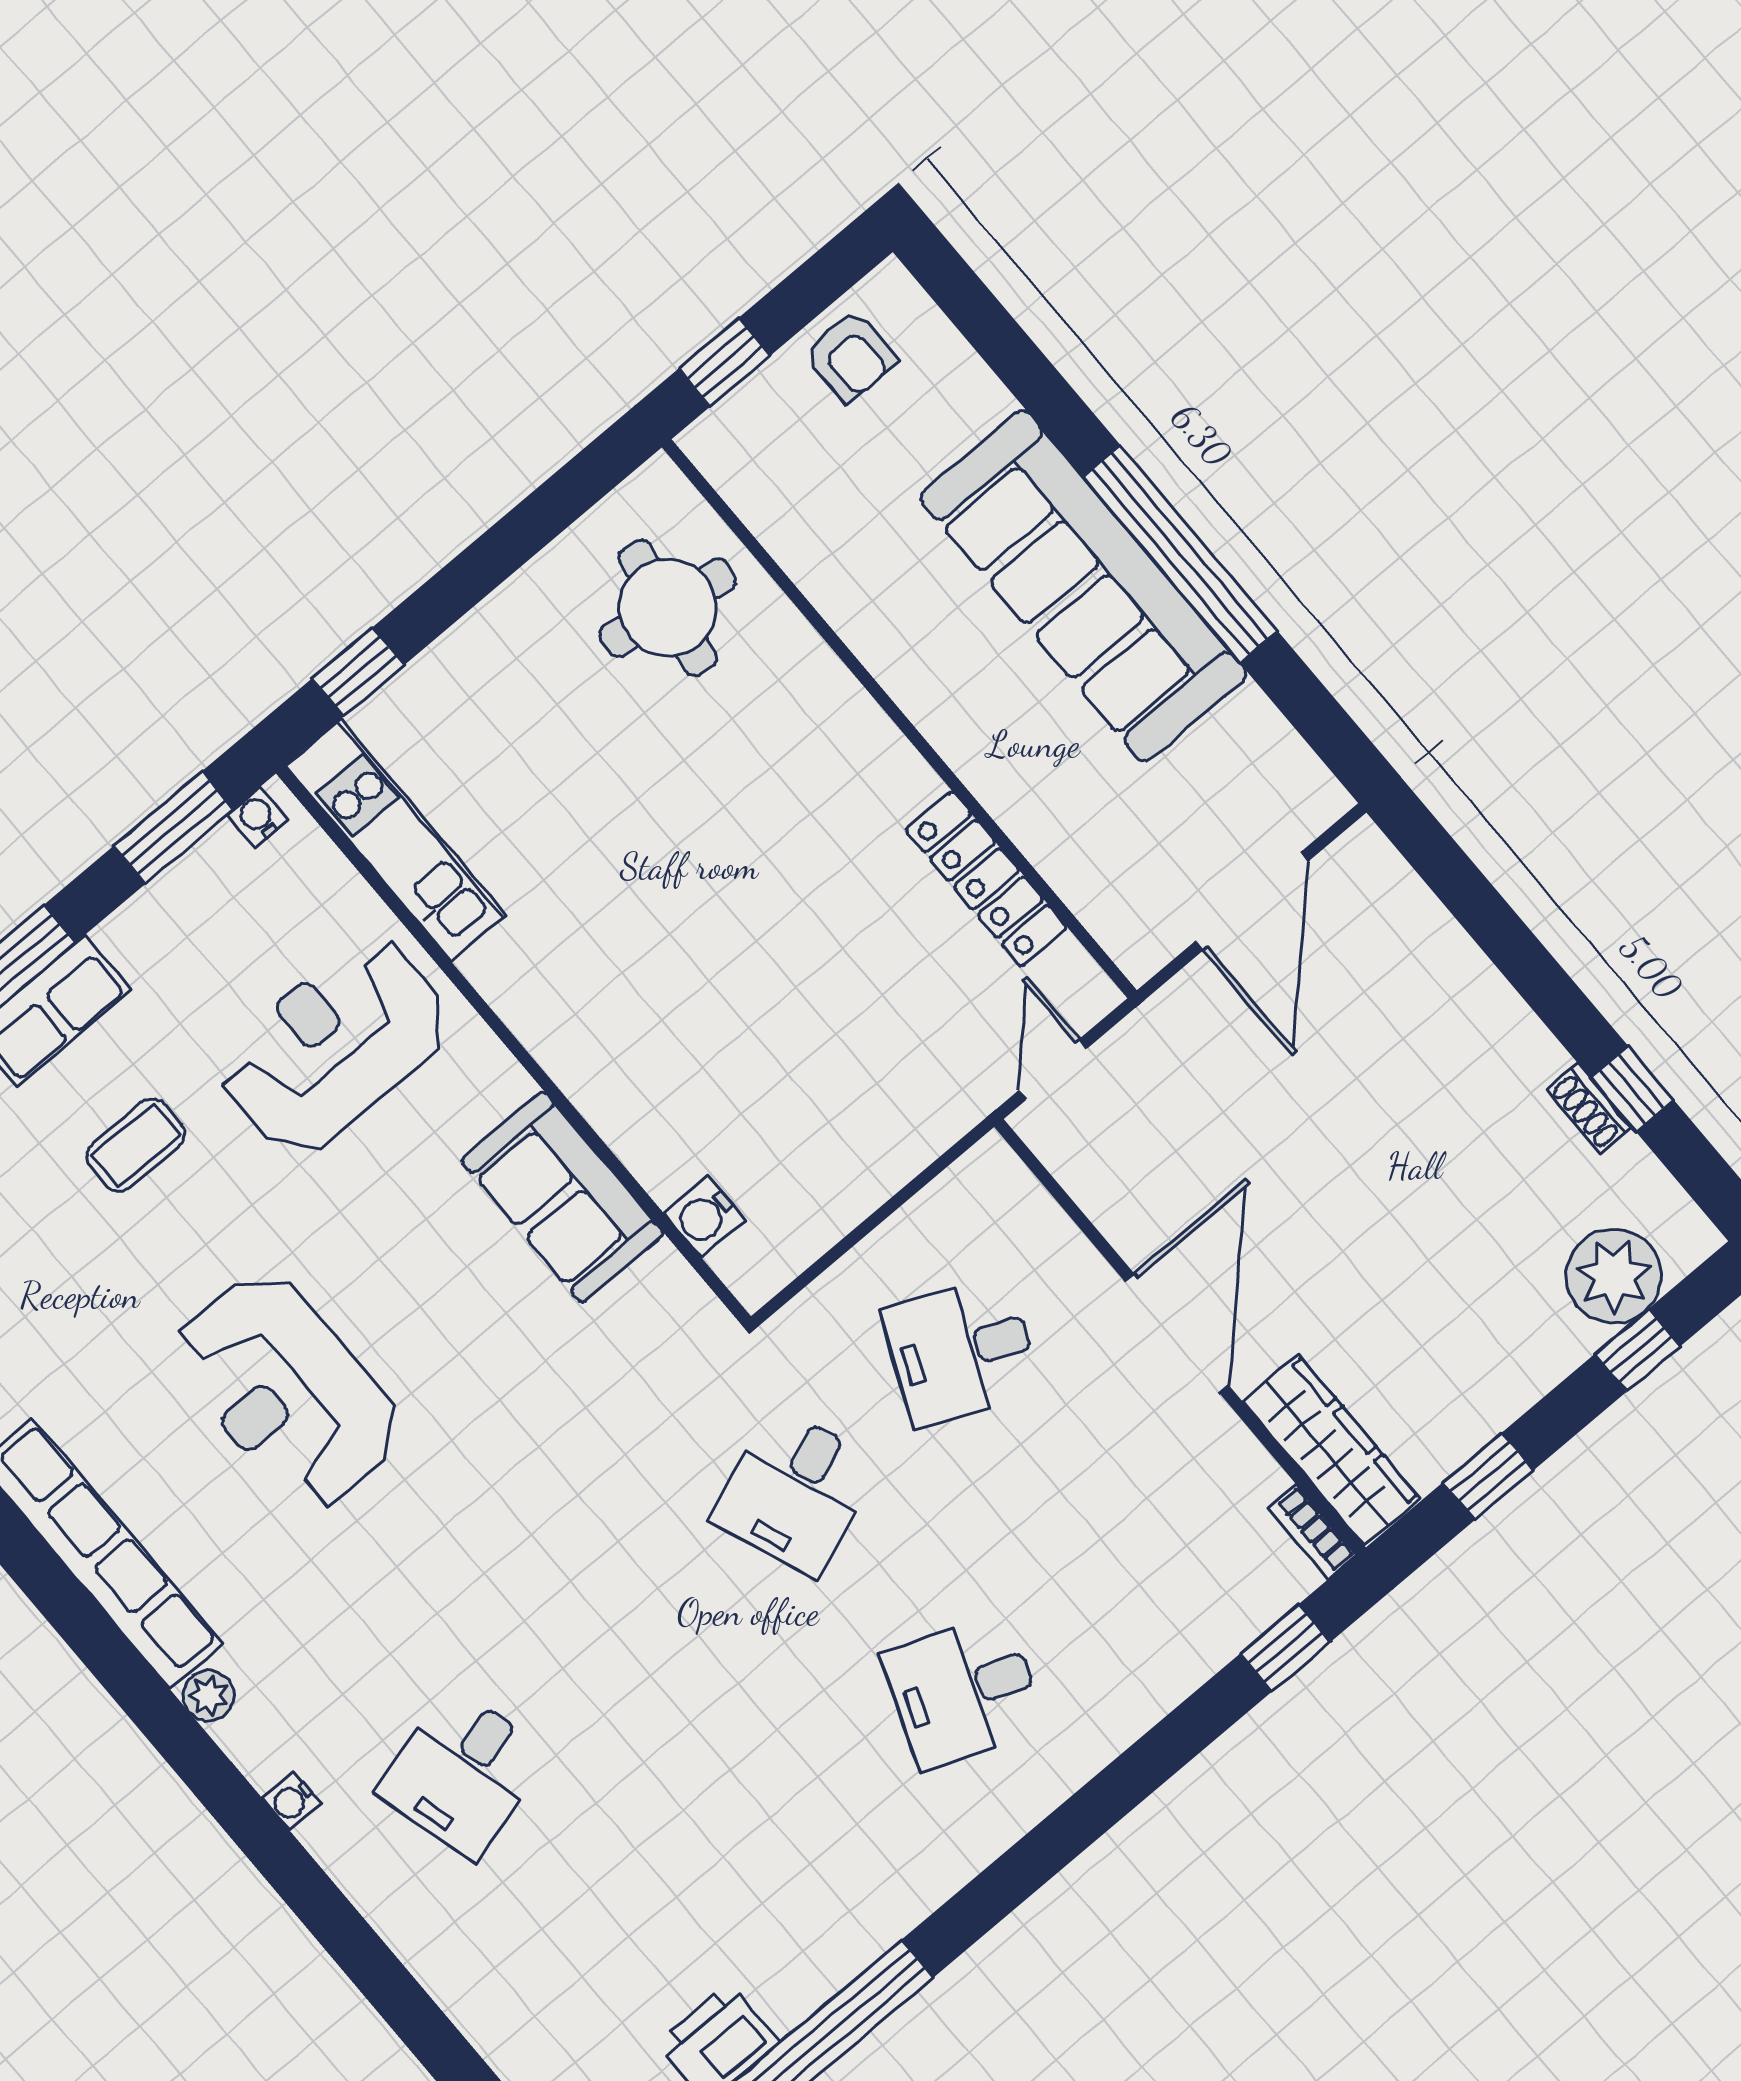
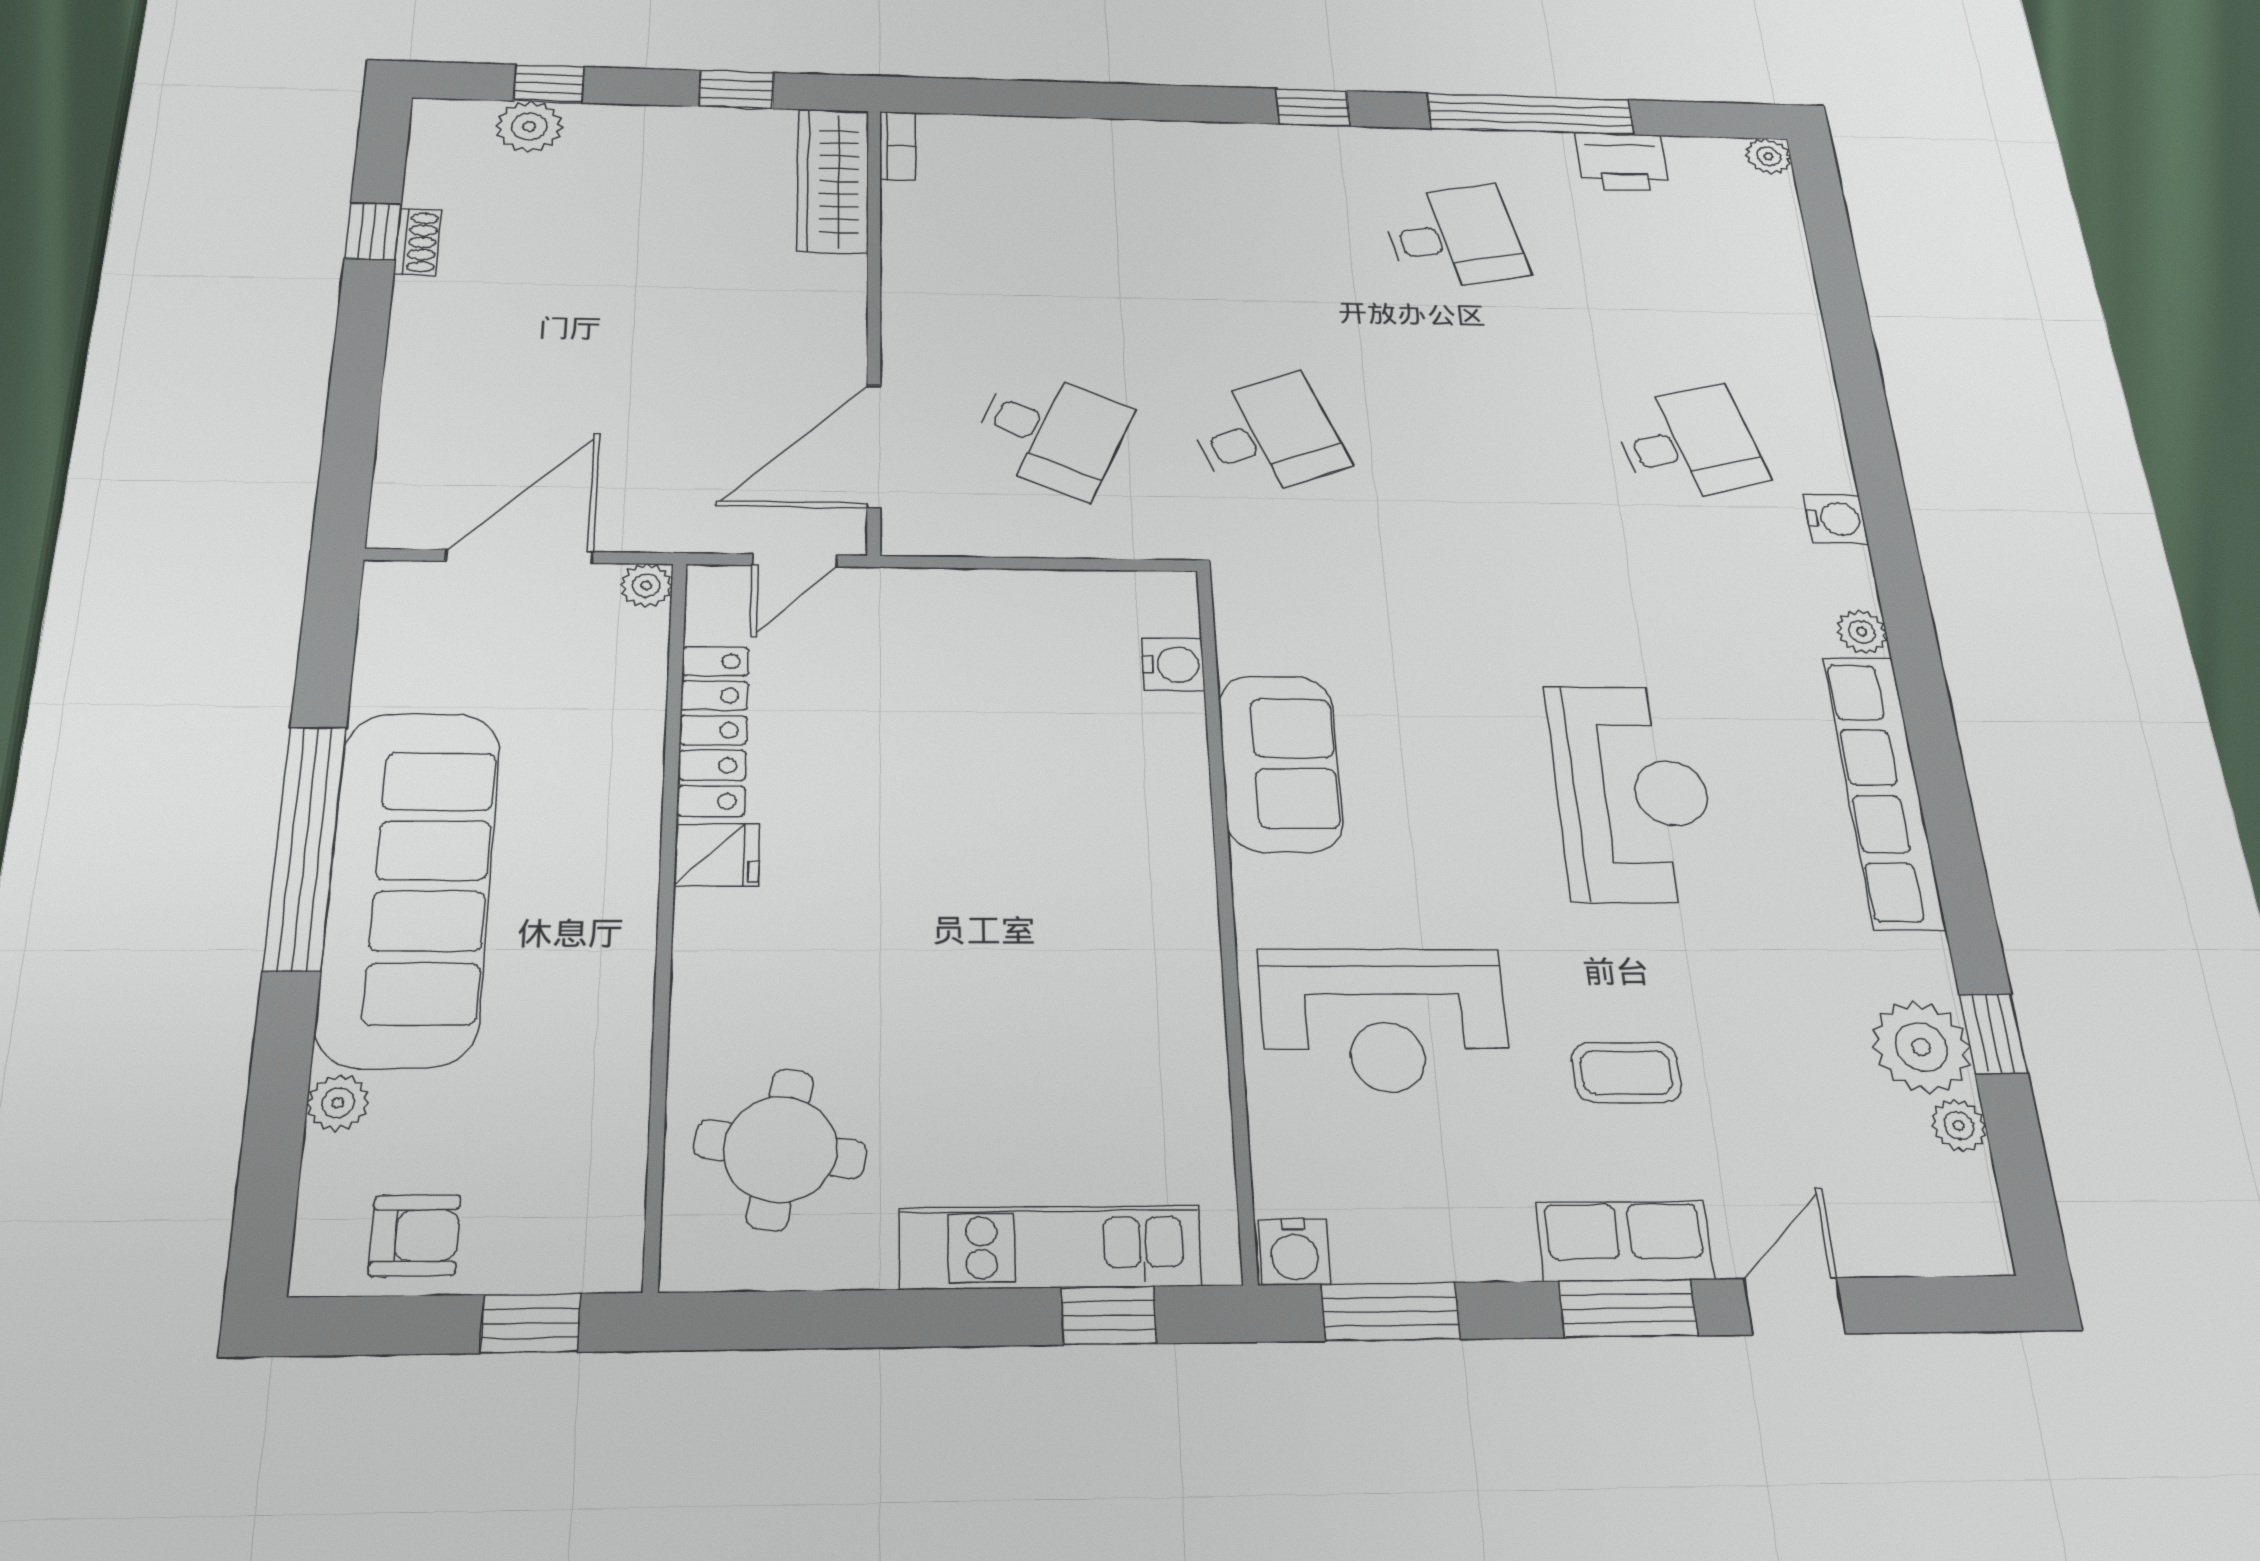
armchair: (851, 356) -> (415, 1235), turned 90
plant: (983, 400) -> (338, 1103), added
fridge: (898, 784) -> (717, 855), added
water cooler: (258, 817) -> (1294, 1252), width x1.38, depth x1.38
kitchen unit: (396, 840) -> (1051, 1247), moved, turned 90
plant: (1140, 956) -> (646, 585), added
plant: (1614, 1276) -> (529, 126), width x0.73, depth x0.73
door: (1177, 1333) -> (874, 446), moved
window: (1286, 1648) -> (1313, 107), moved
desk: (964, 1691) -> (1454, 237), moved, turned -33
water cooler: (292, 1801) -> (1836, 519), width x1.38, depth x1.38

